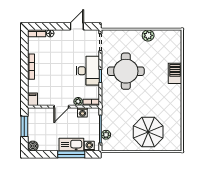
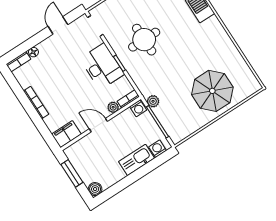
round table: (126, 71) -> (144, 40), width x0.73, depth x0.73
filing cabinet: (32, 99) -> (66, 134), width x2.00
door: (61, 107) -> (98, 125), swing flipped
washing machine: (82, 112) -> (138, 108), moved
plant: (106, 135) -> (153, 101), moved
window: (71, 154) -> (144, 171), removed

